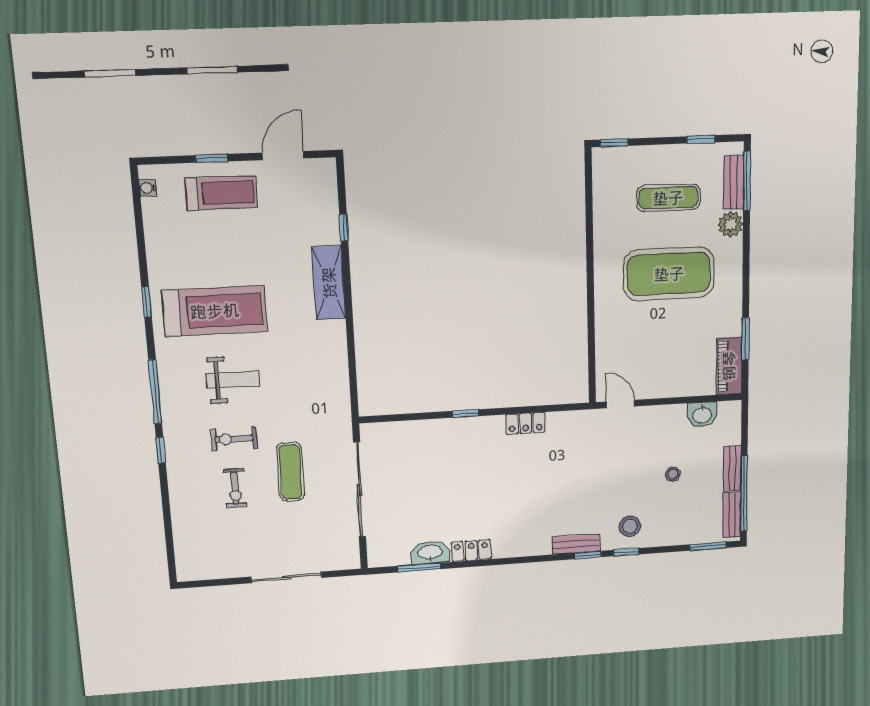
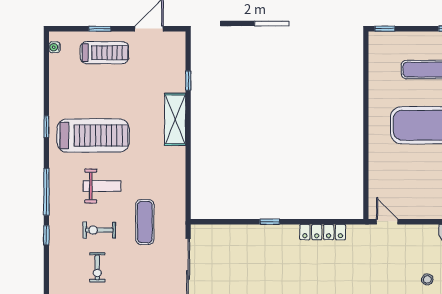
locker: (525, 423) -> (323, 232), width x1.53
exercise mat: (291, 472) -> (145, 222), moved

